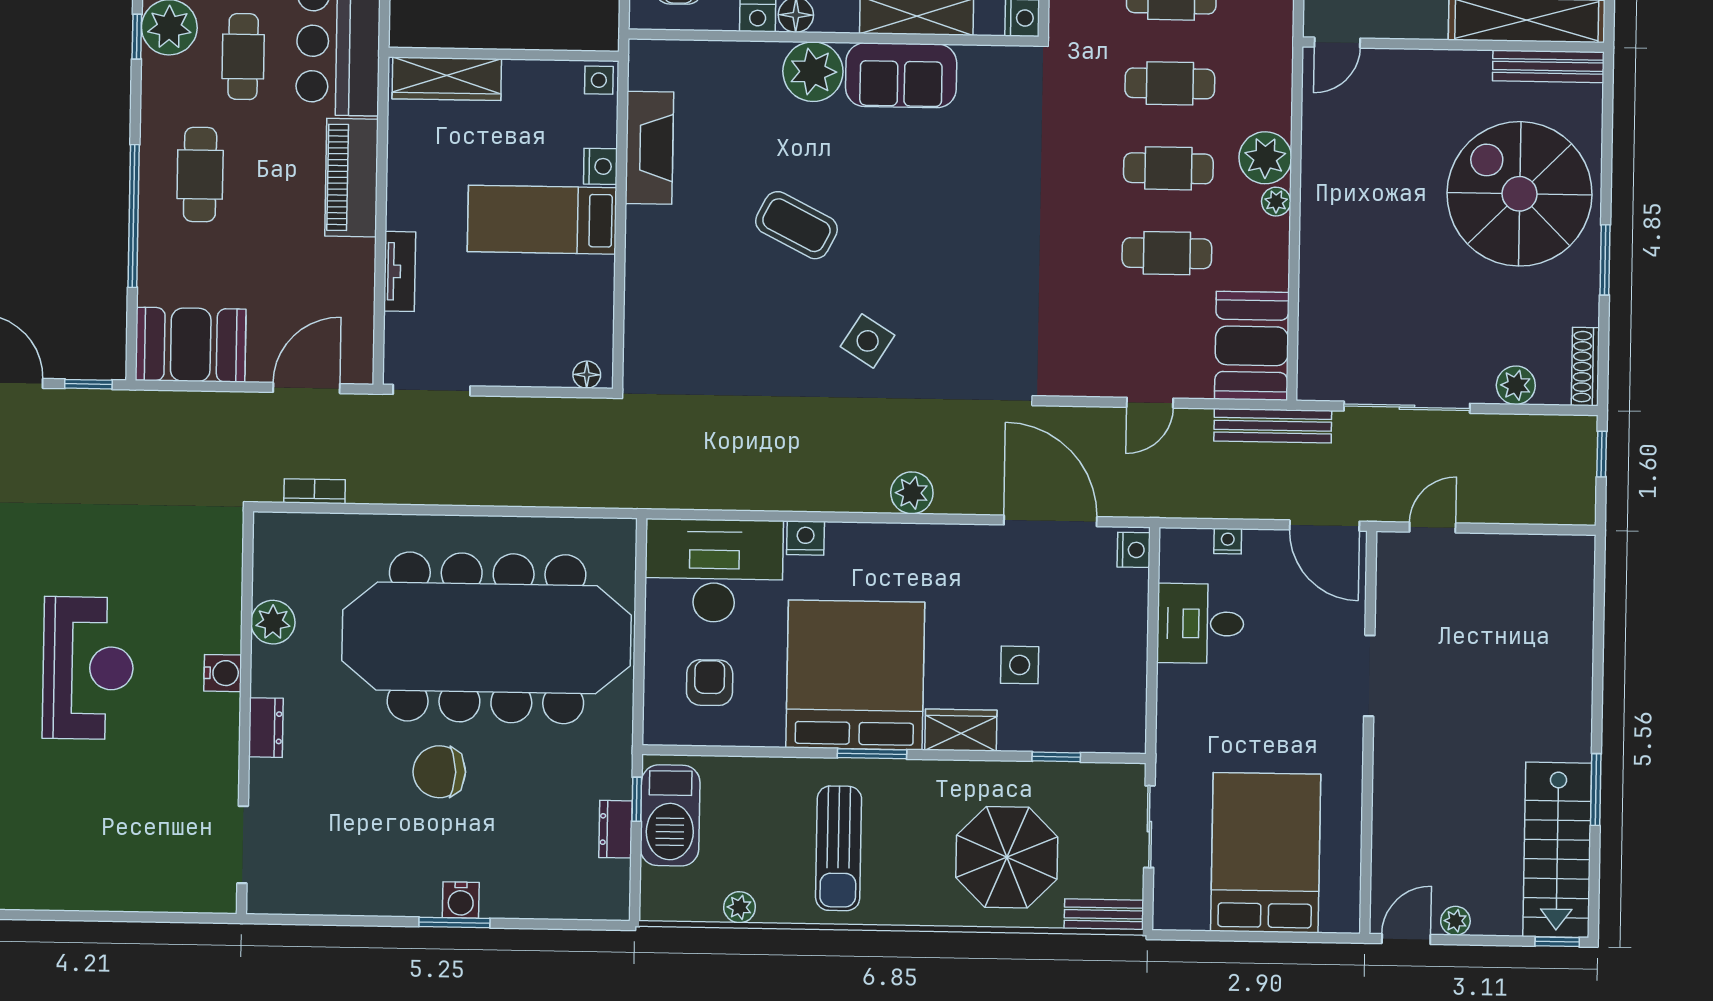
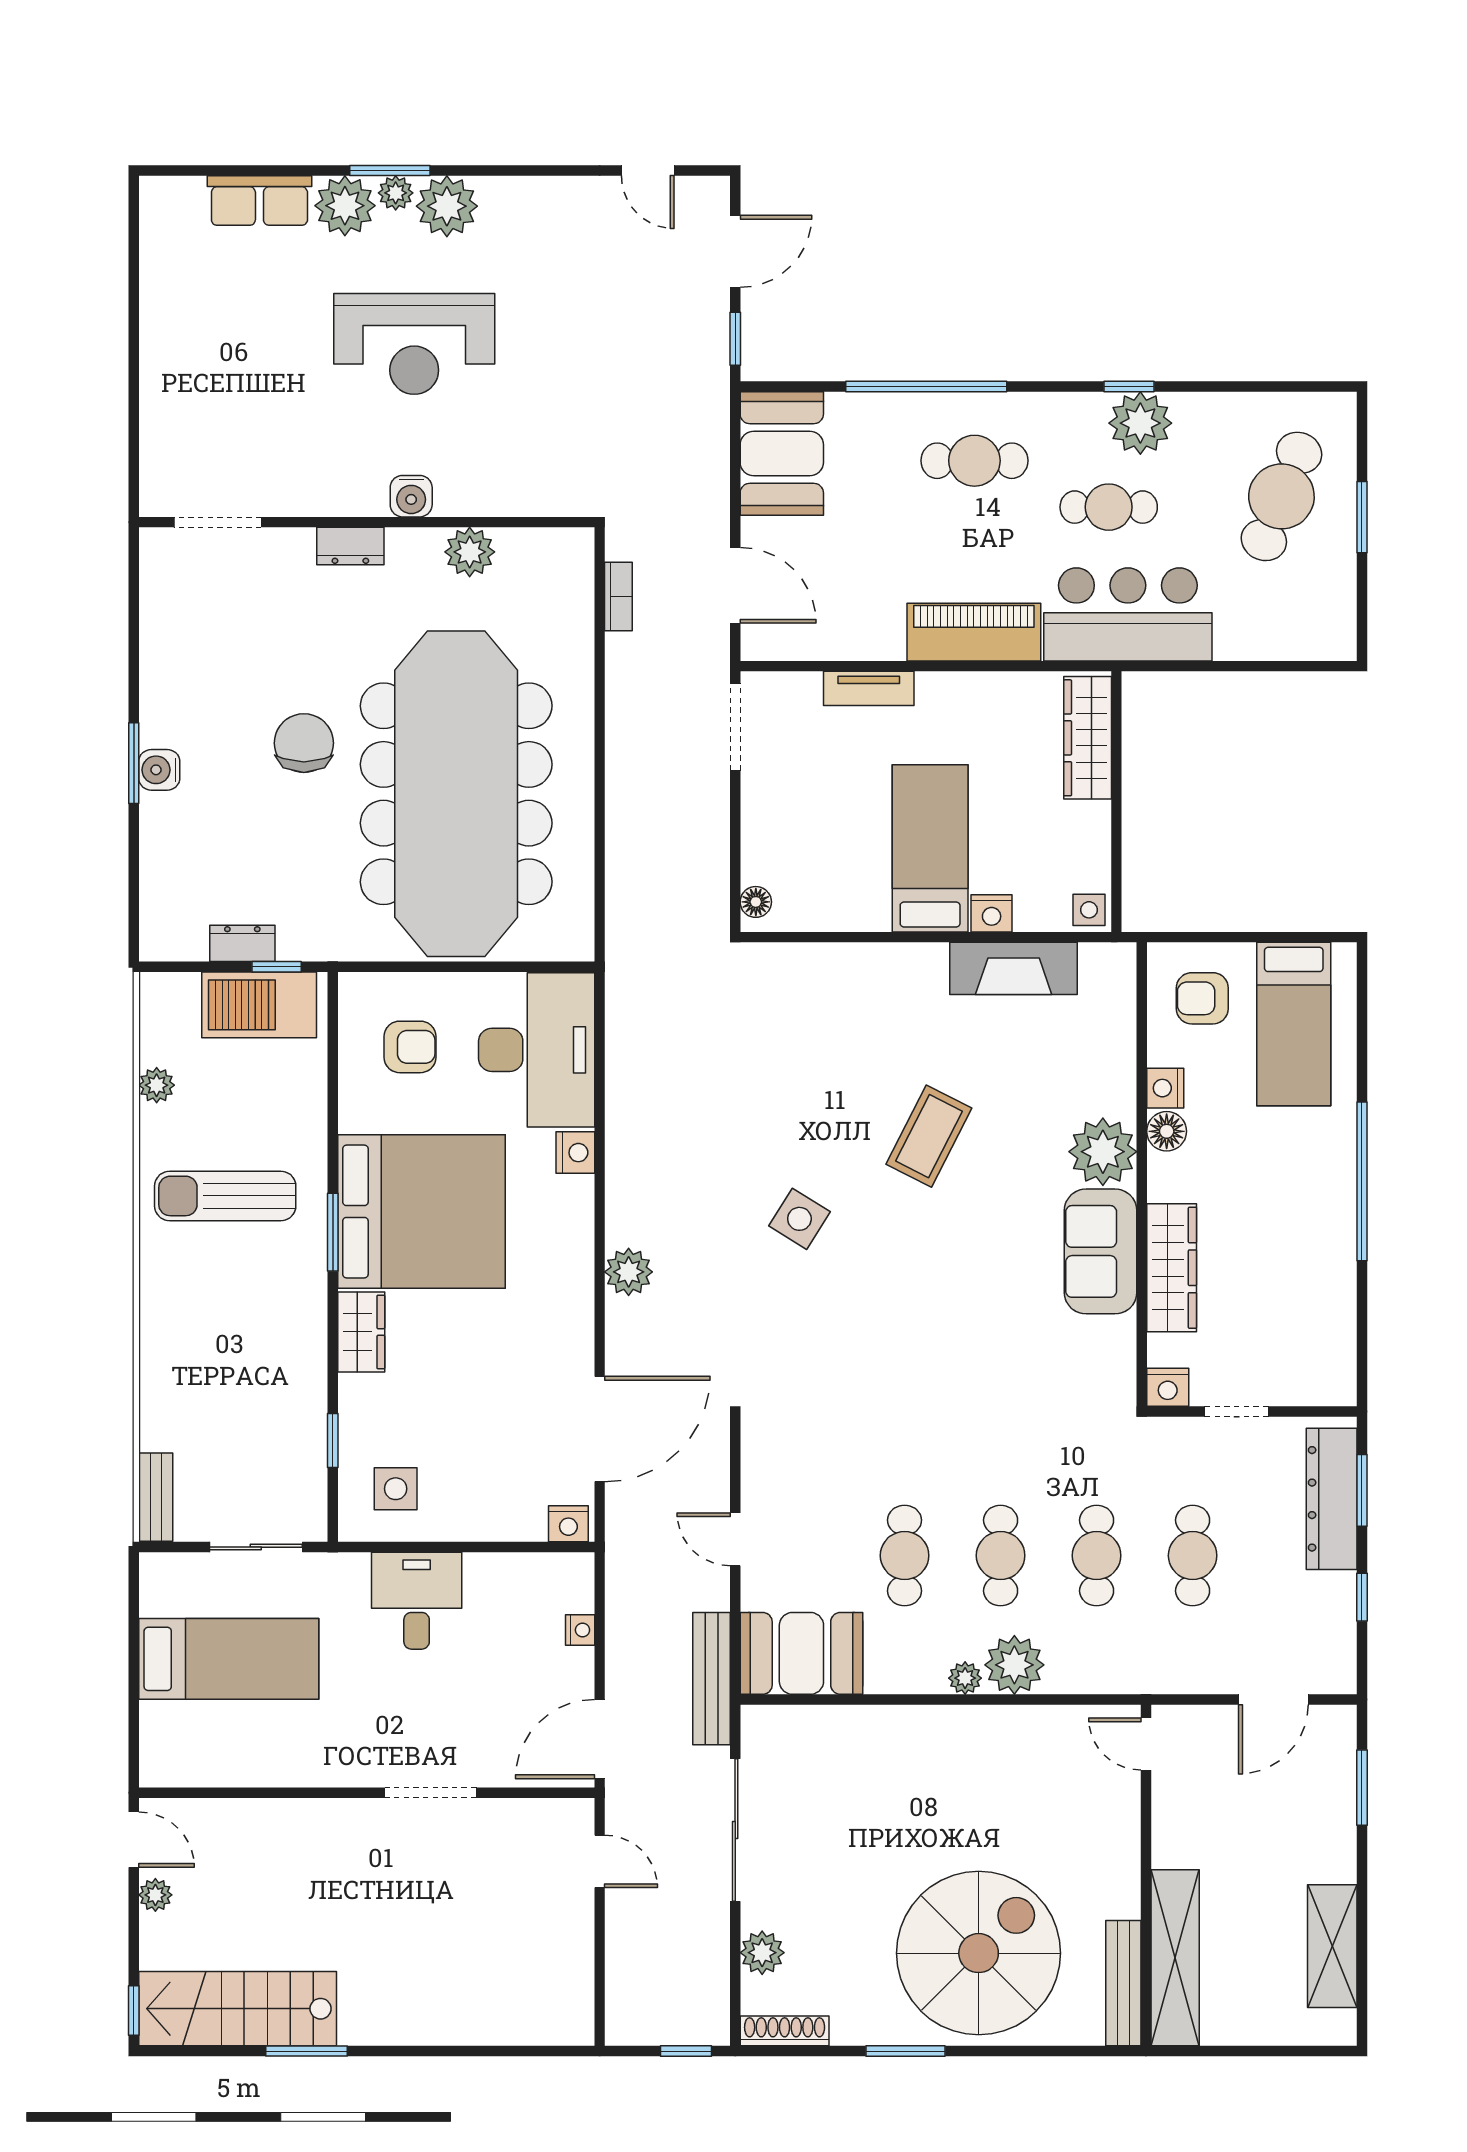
desk: (1200, 624) -> (417, 1601), moved
side table: (1020, 665) -> (396, 1489), moved
bed: (1266, 853) -> (229, 1659), width x0.67
parasol: (1007, 857) -> (218, 1386), removed

